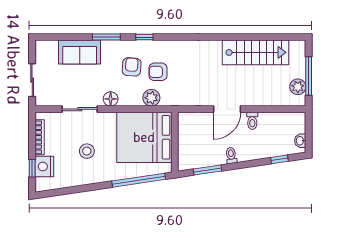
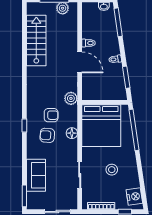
window: (106, 37) -> (24, 196), moved
armchair: (158, 72) -> (51, 115), turned -90
plant: (151, 98) -> (71, 98), moved
floor lamp: (111, 99) -> (72, 133), moved
window: (279, 159) -> (118, 22), width x2.17
nightstand: (44, 166) -> (134, 196), moved, turned -98

